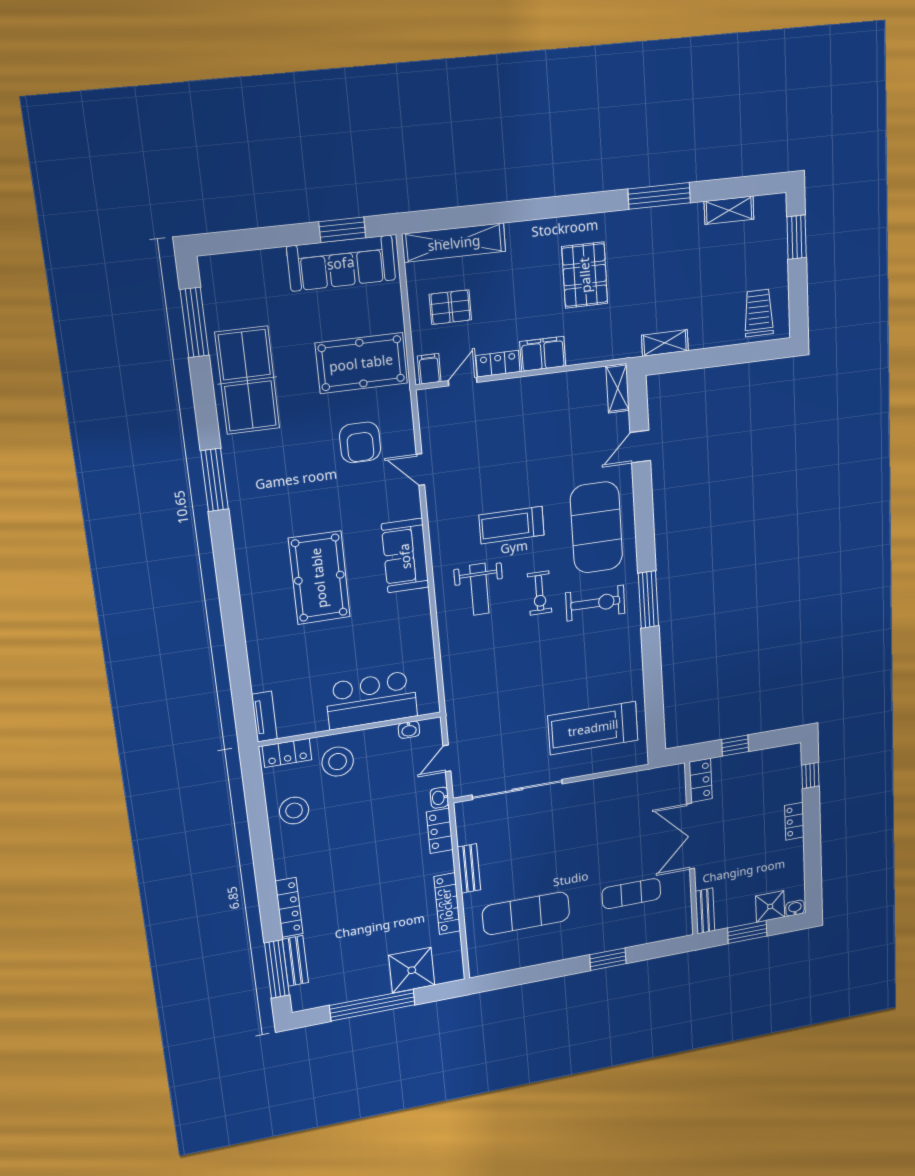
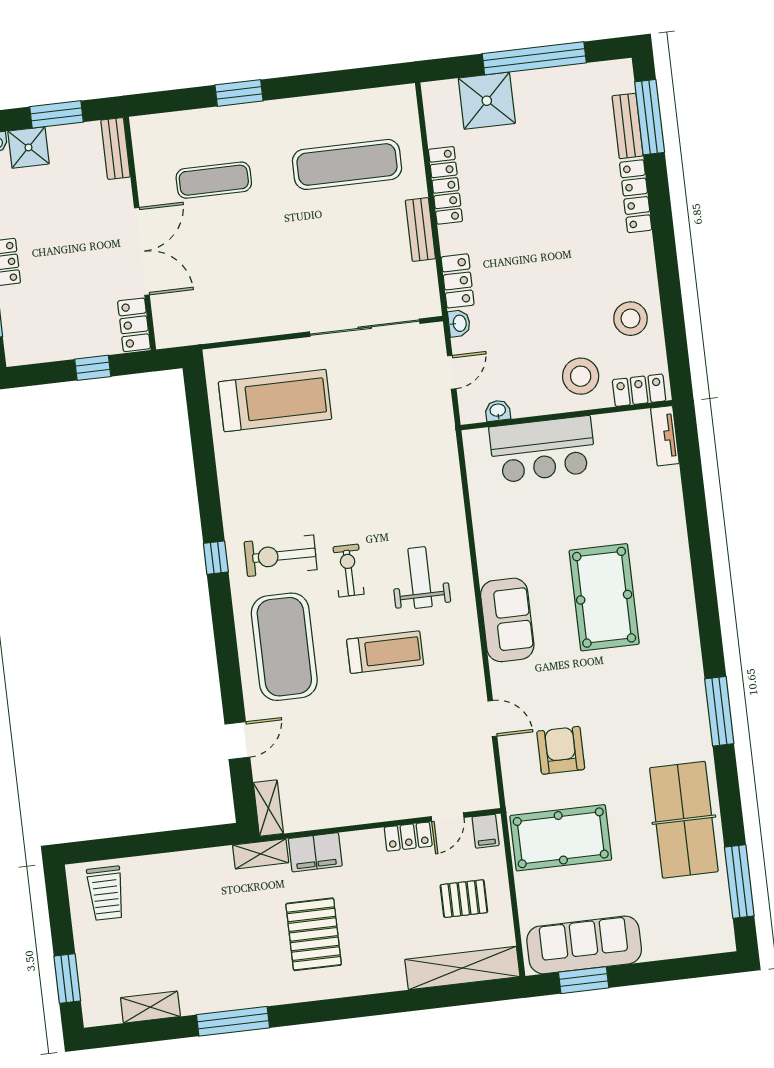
shelving: (665, 343) -> (261, 854), moved
filing cabinet: (543, 354) -> (315, 852), moved
window: (648, 600) -> (216, 558), width x0.46

